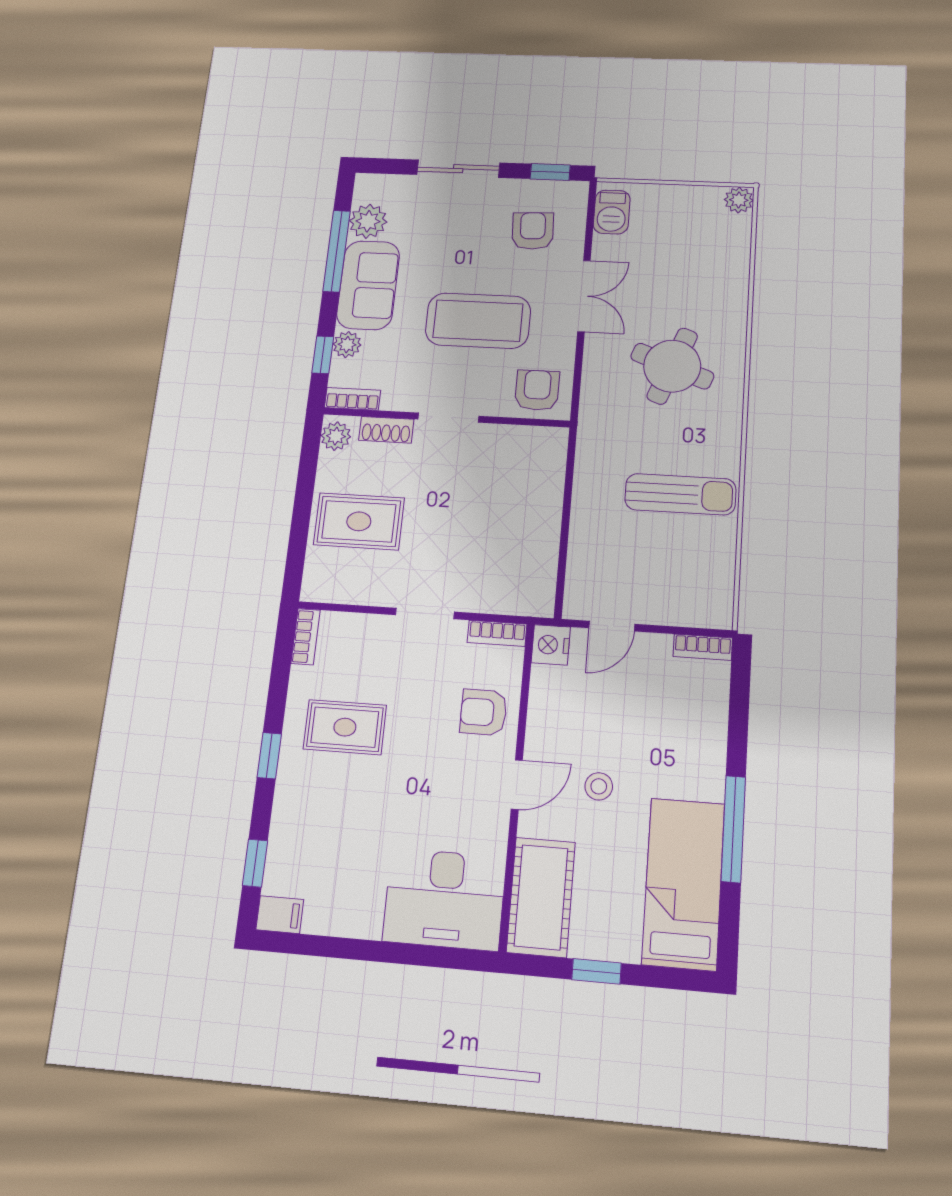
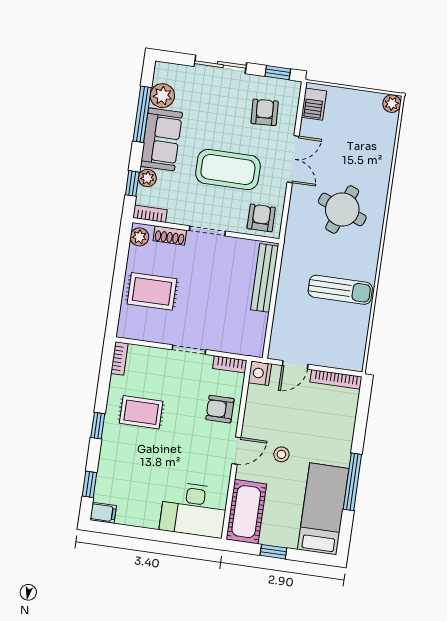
bench: (549, 485) -> (265, 278), added
bookcase: (703, 647) -> (336, 379), width x1.56

